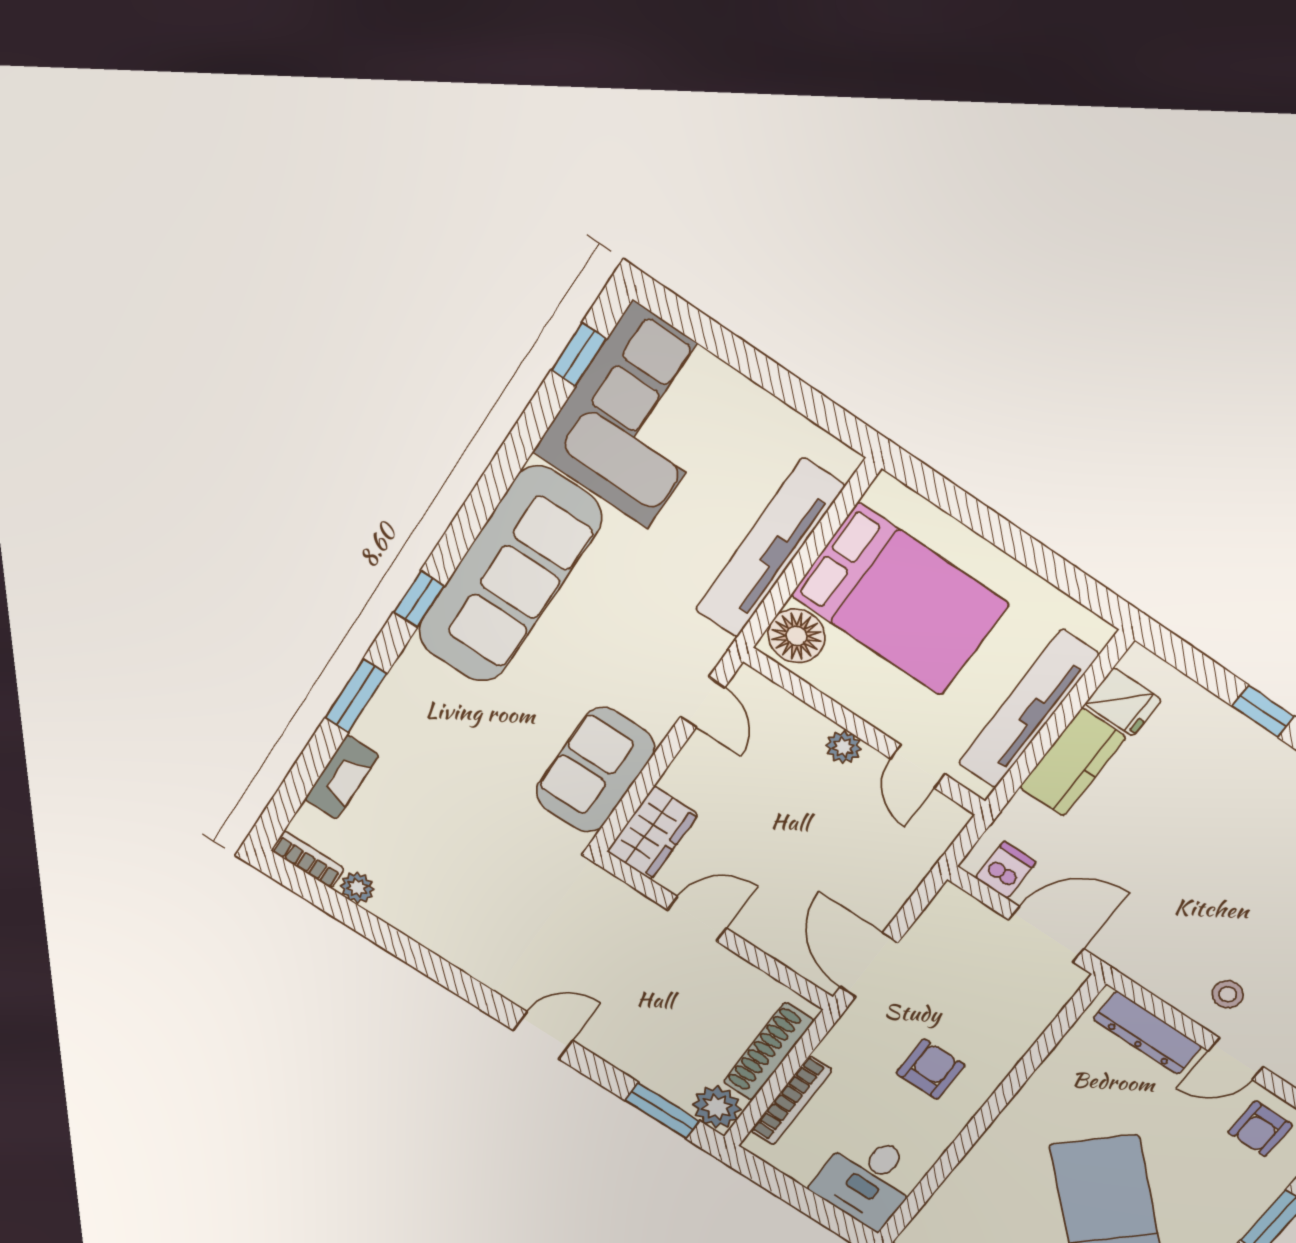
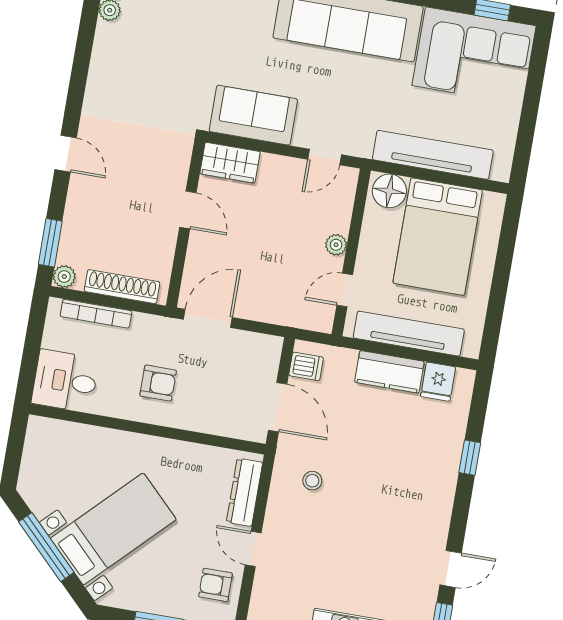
stool: (1228, 994) -> (312, 481), moved
plant: (717, 1107) -> (64, 277), width x0.73, depth x0.73

